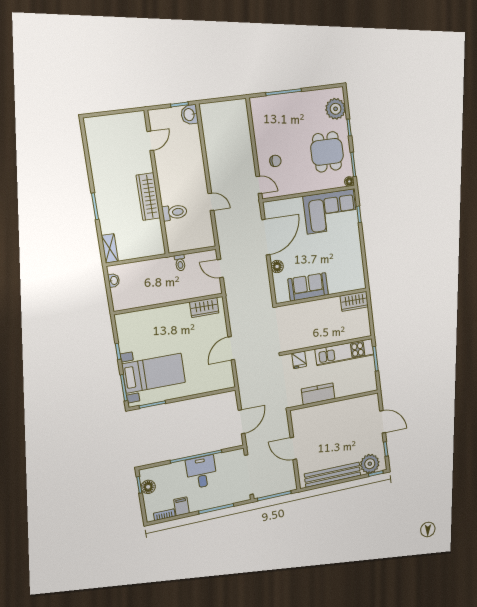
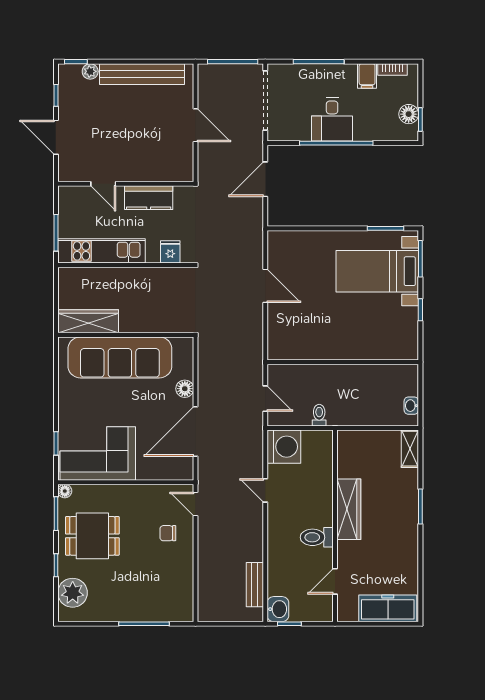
freezer: (108, 125) -> (388, 608), added
bench: (209, 131) -> (255, 585), added
dining table: (327, 152) -> (92, 536), turned 90
toilet: (175, 212) -> (317, 537), moved
washing machine: (202, 236) -> (284, 447), added
sofa: (308, 287) -> (120, 357), width x1.85, depth x1.27
wardrobe: (354, 301) -> (88, 321), width x1.50
wardrobe: (204, 307) -> (295, 349), removed
door: (231, 348) -> (265, 286), hinge flipped
door: (349, 397) -> (103, 184), added
plant: (370, 464) -> (90, 71), width x0.53, depth x0.53

